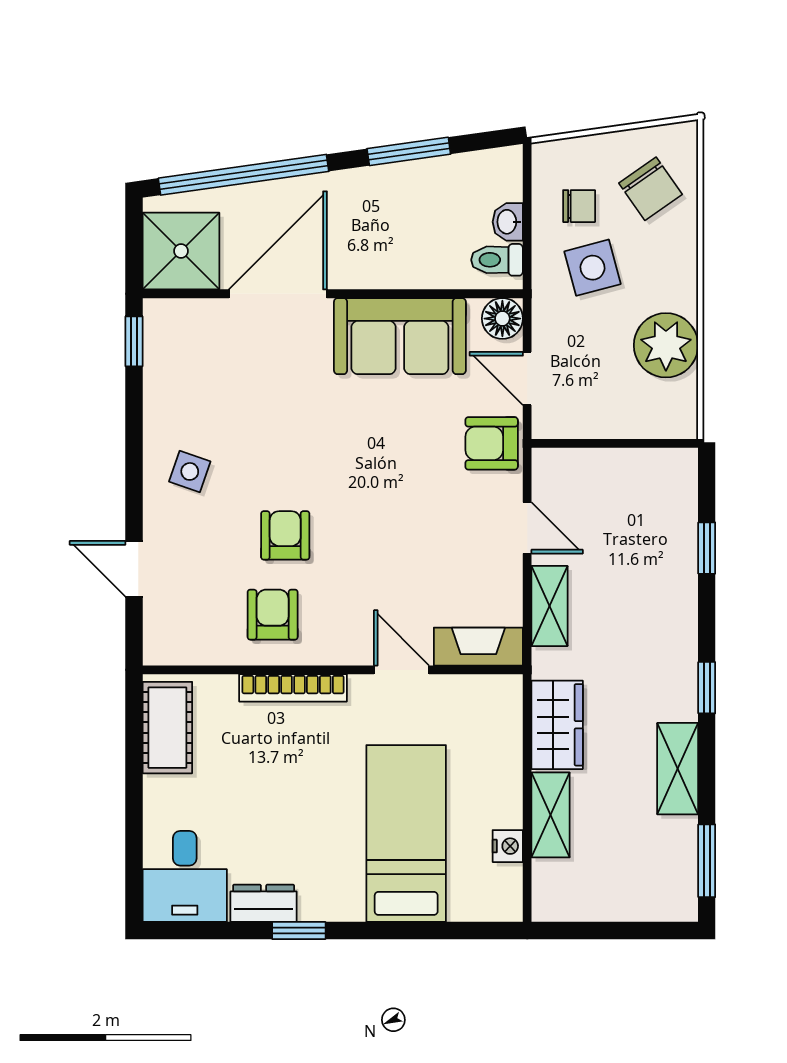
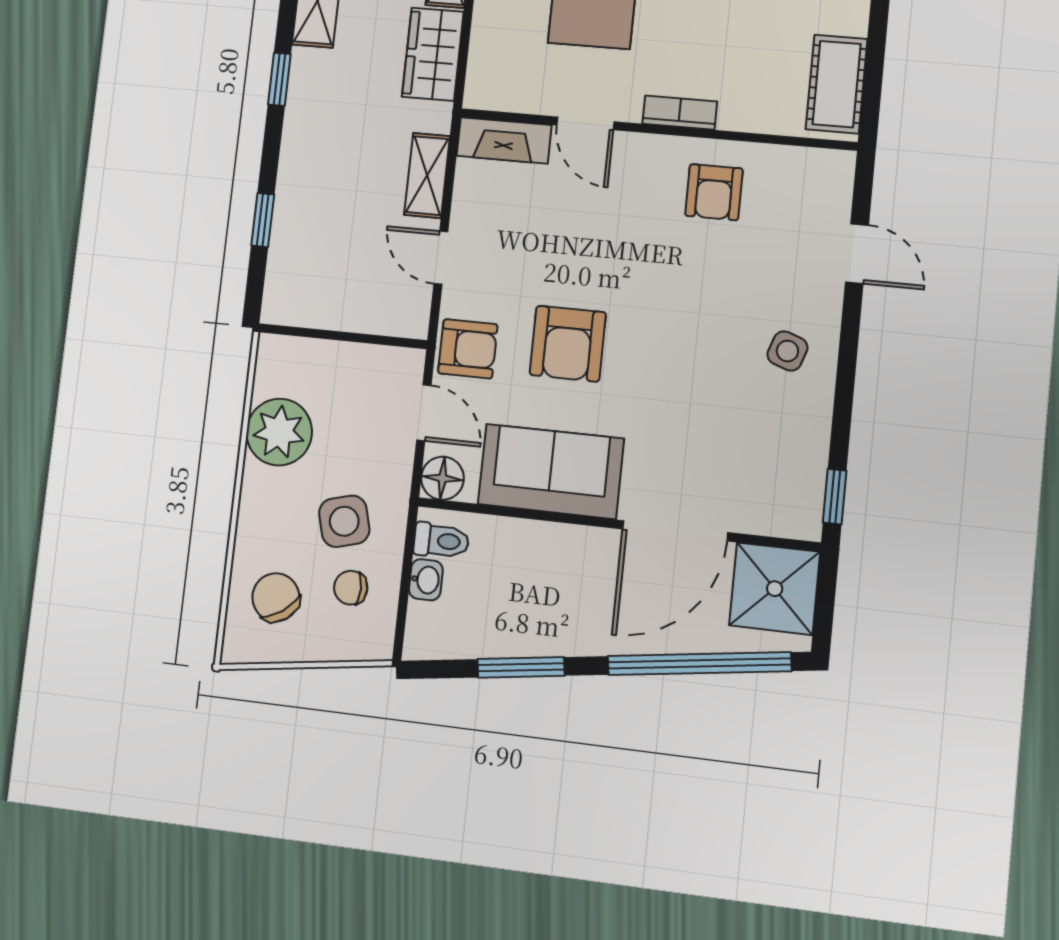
armchair: (285, 535) -> (568, 344), moved, width x1.38, depth x1.38
bookcase: (293, 688) -> (680, 113), width x0.64

